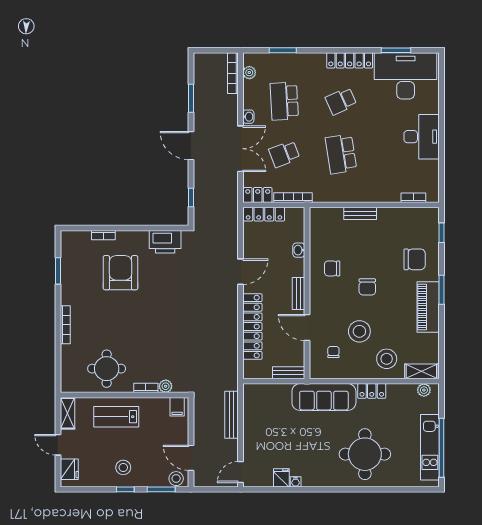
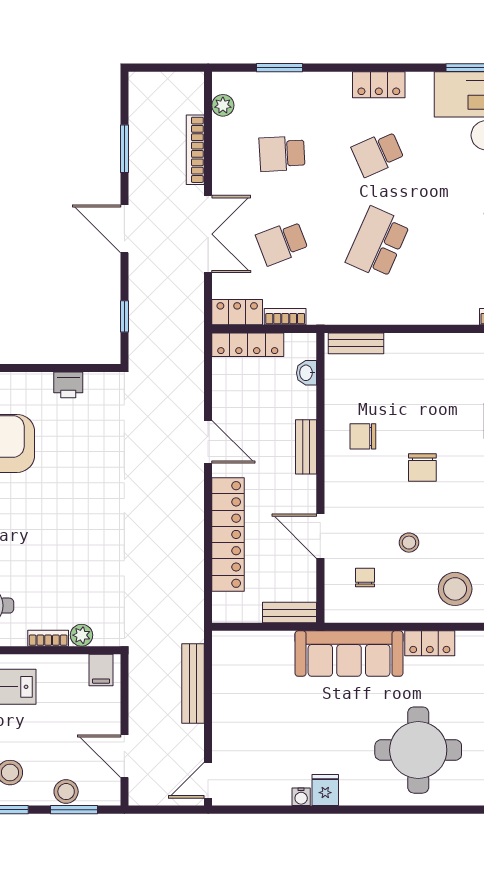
locker: (350, 60) -> (379, 85), width x0.66
bookcase: (233, 73) -> (195, 150), moved
school desk: (284, 101) -> (282, 154), width x0.54
washbasin: (248, 117) -> (221, 180), removed
school desk: (341, 154) -> (378, 243), turned 33
bookcase: (293, 198) -> (285, 317), width x0.64
bench: (360, 213) -> (356, 343), moved
printer: (165, 242) -> (68, 385), width x0.53, depth x0.68
washbasin: (299, 250) -> (307, 373), moved
door: (240, 272) -> (208, 442), hinge flipped
bench: (298, 294) -> (306, 447), moved
stool: (359, 331) -> (409, 543), width x0.53, depth x0.53
fridge: (281, 478) -> (325, 790), moved
stool: (176, 479) -> (66, 792), moved

